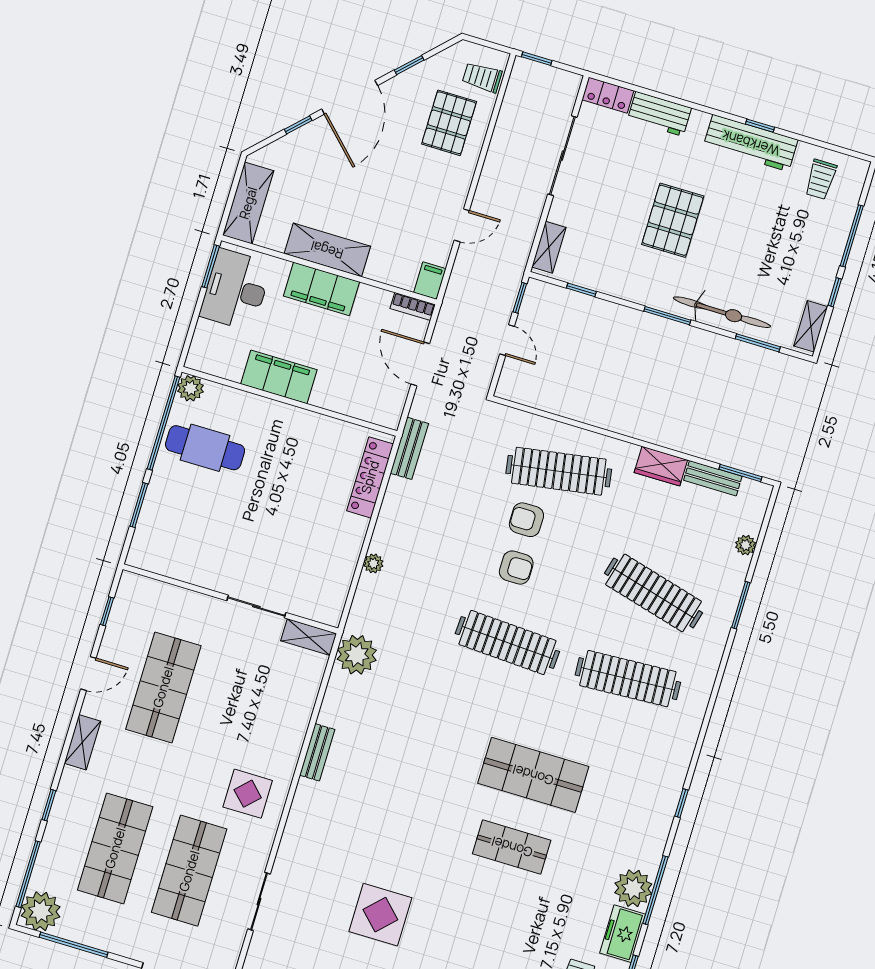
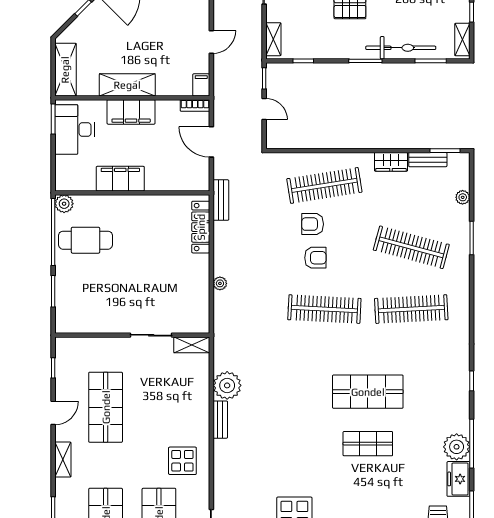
plant: (357, 655) -> (227, 385), moved

